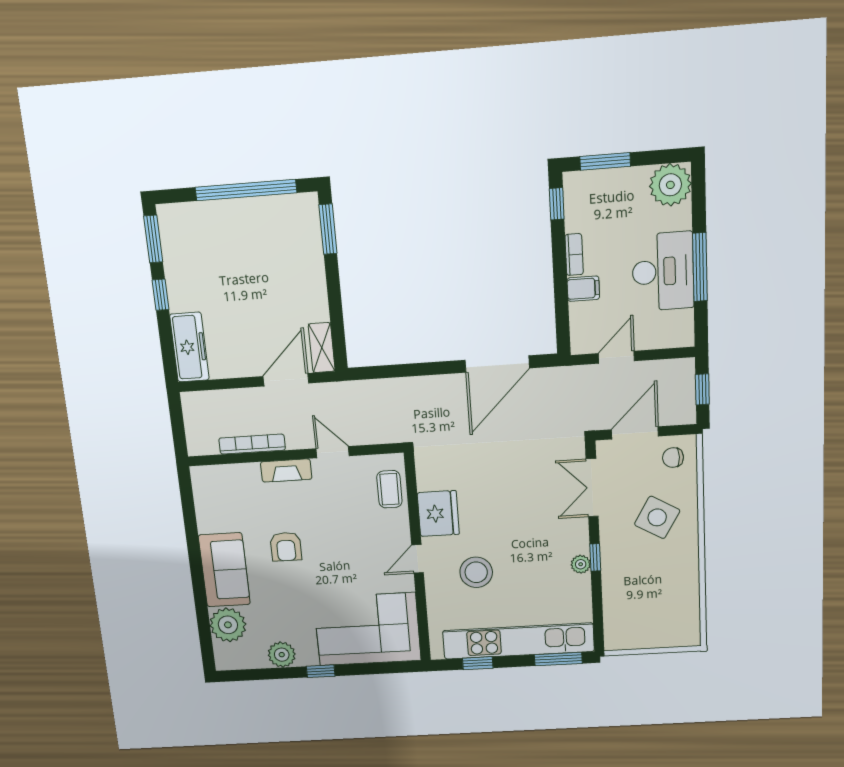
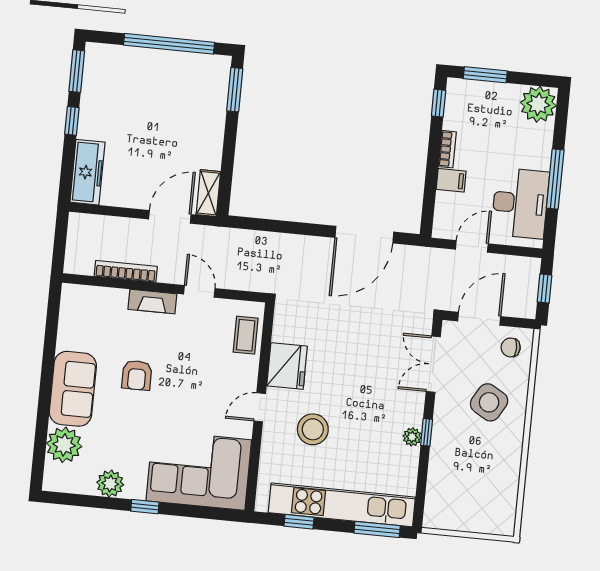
desk: (663, 271) -> (520, 203), moved

